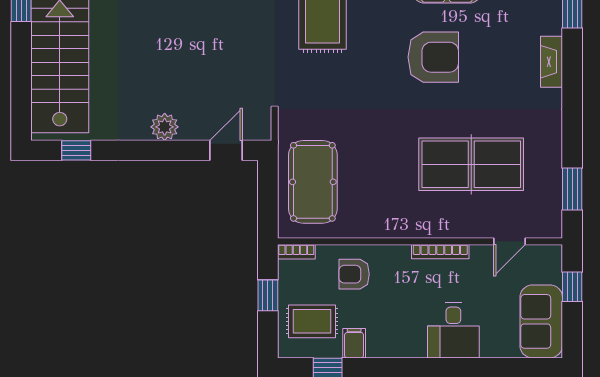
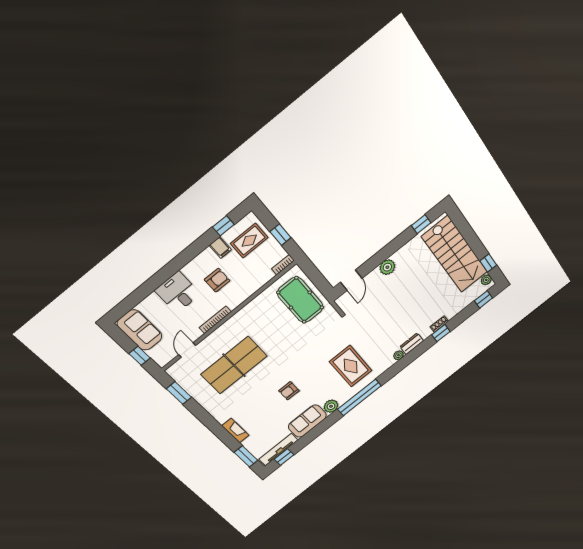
armchair: (433, 57) -> (289, 391), width x0.53, depth x0.53
armchair: (354, 274) -> (217, 280), moved

